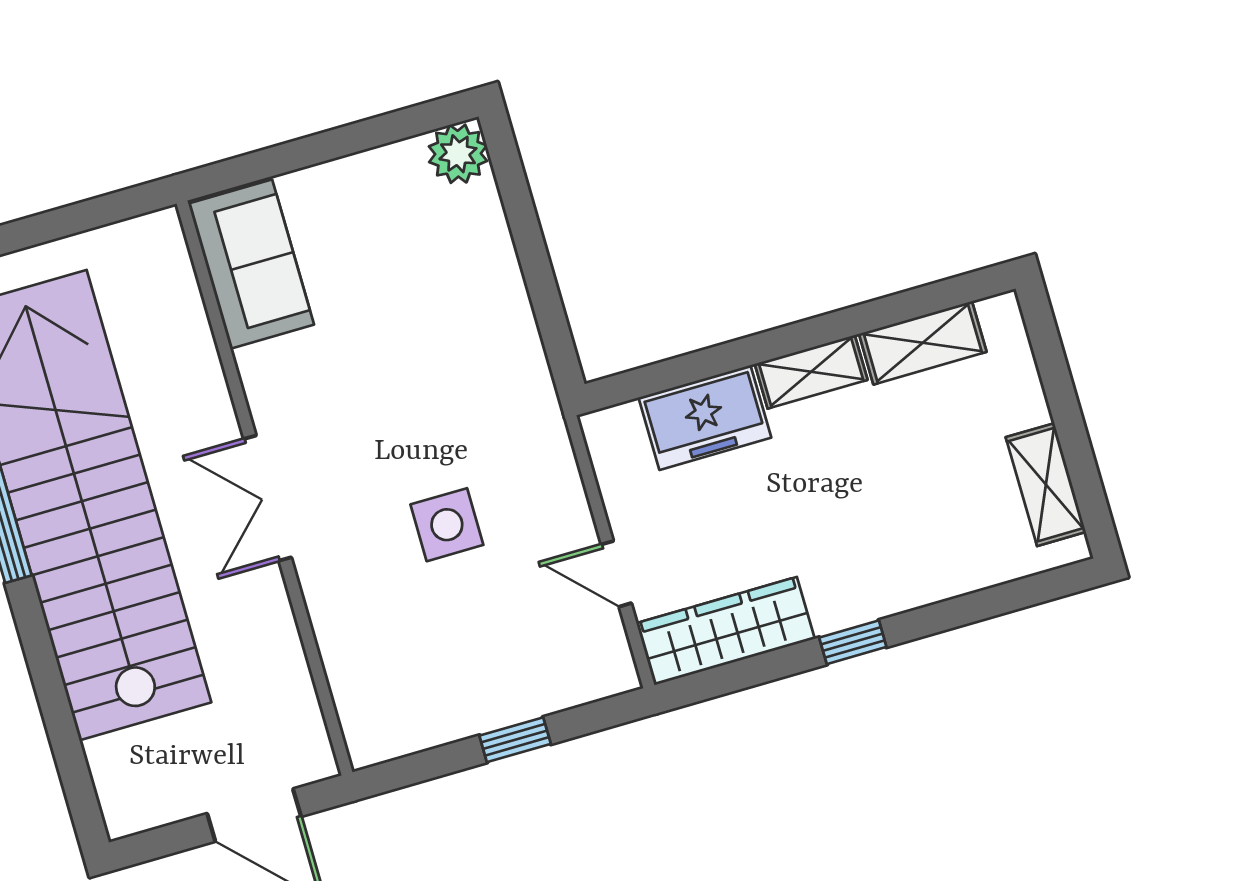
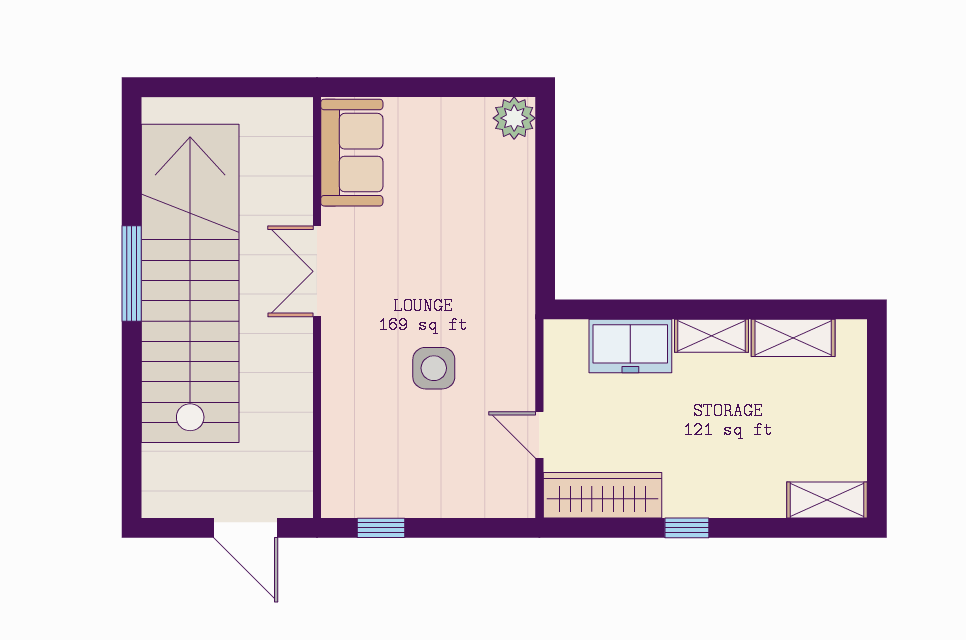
shelving: (1046, 485) -> (827, 500), moved, turned 90
double door: (267, 498) -> (317, 271), moved
window: (515, 740) -> (381, 528), moved

